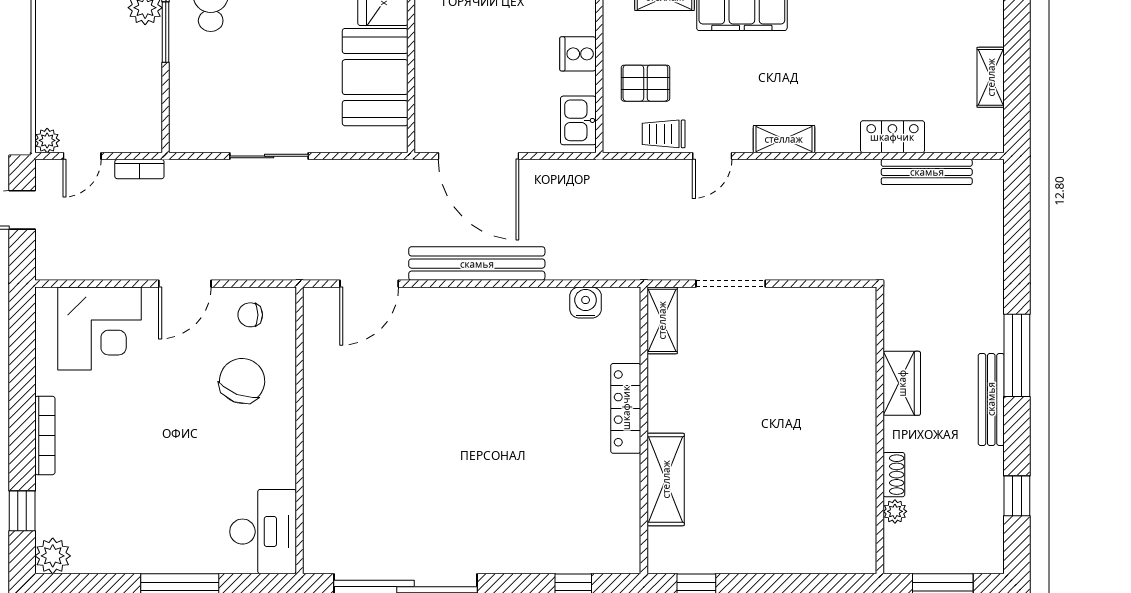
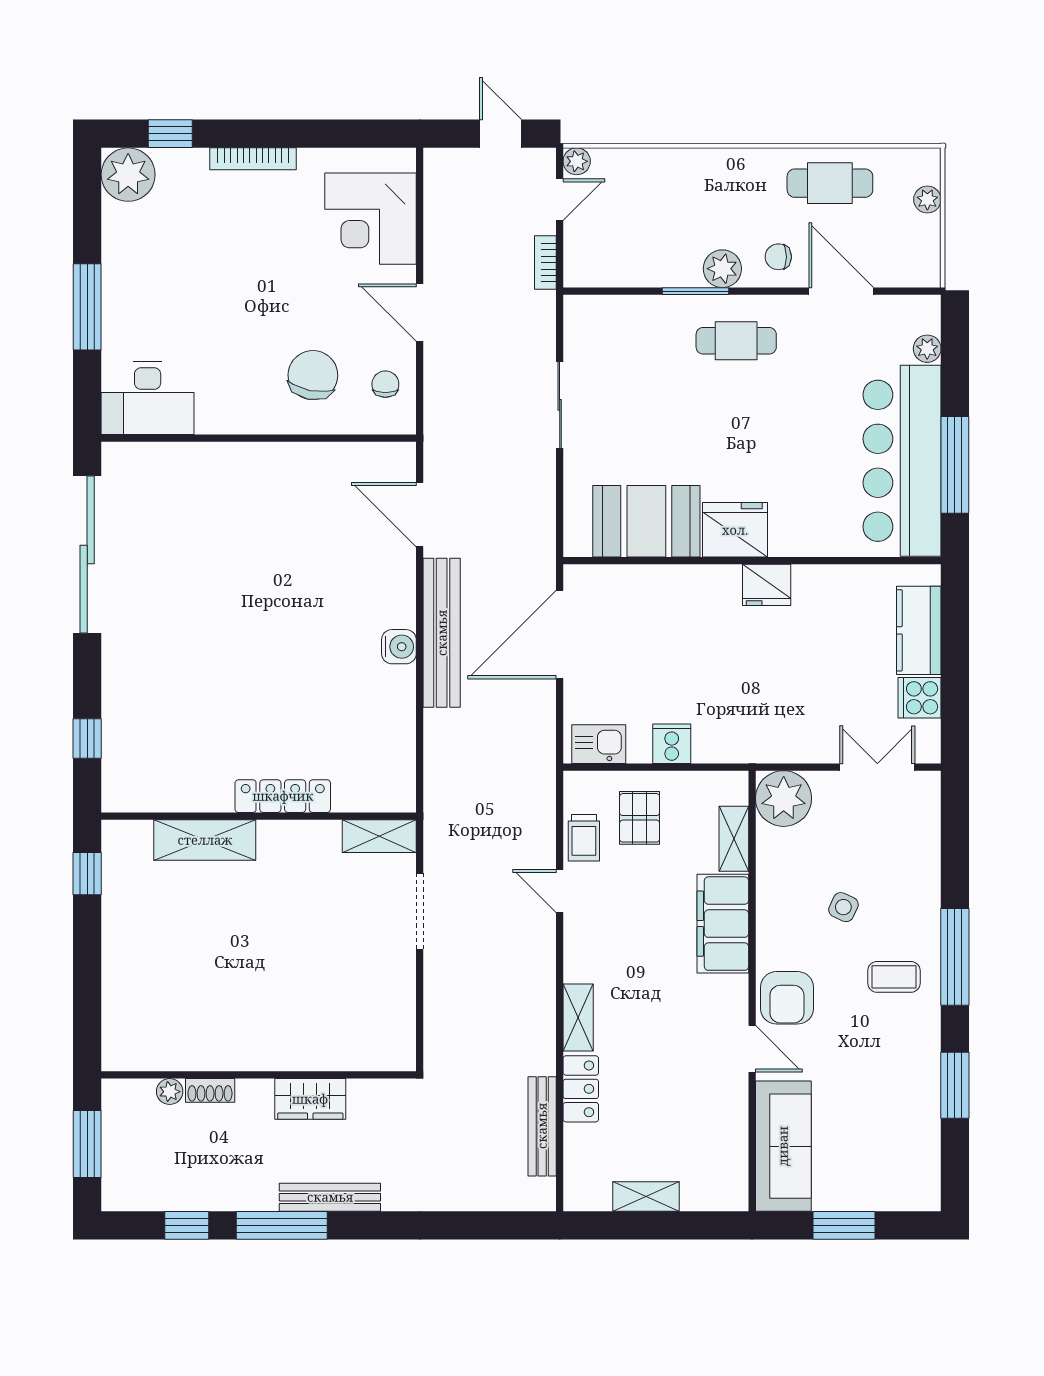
trolley: (664, 134) -> (584, 838), turned 180
shelving: (784, 139) -> (578, 1018), moved
door: (82, 156) -> (560, 200), swing flipped
water cooler: (586, 302) -> (399, 647), moved
window: (1017, 355) -> (282, 1225), moved
chair: (242, 381) -> (313, 375), turned -100
bench: (991, 399) -> (330, 1197), moved
plant: (53, 556) -> (128, 175), width x1.36, depth x1.36

